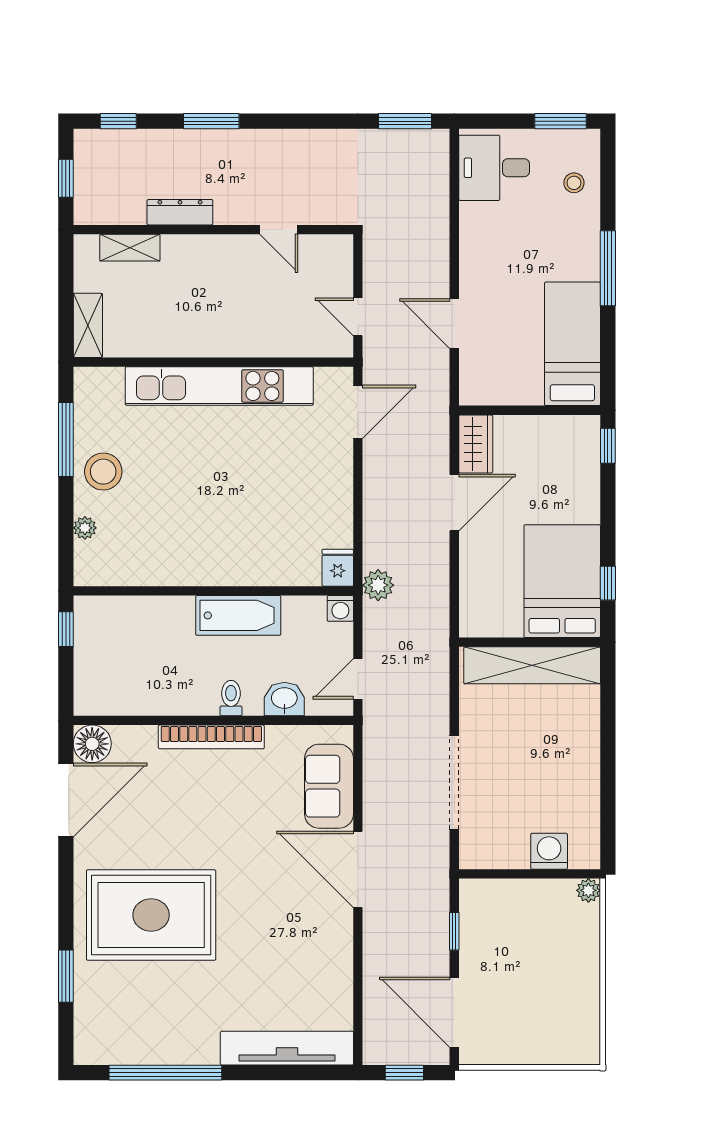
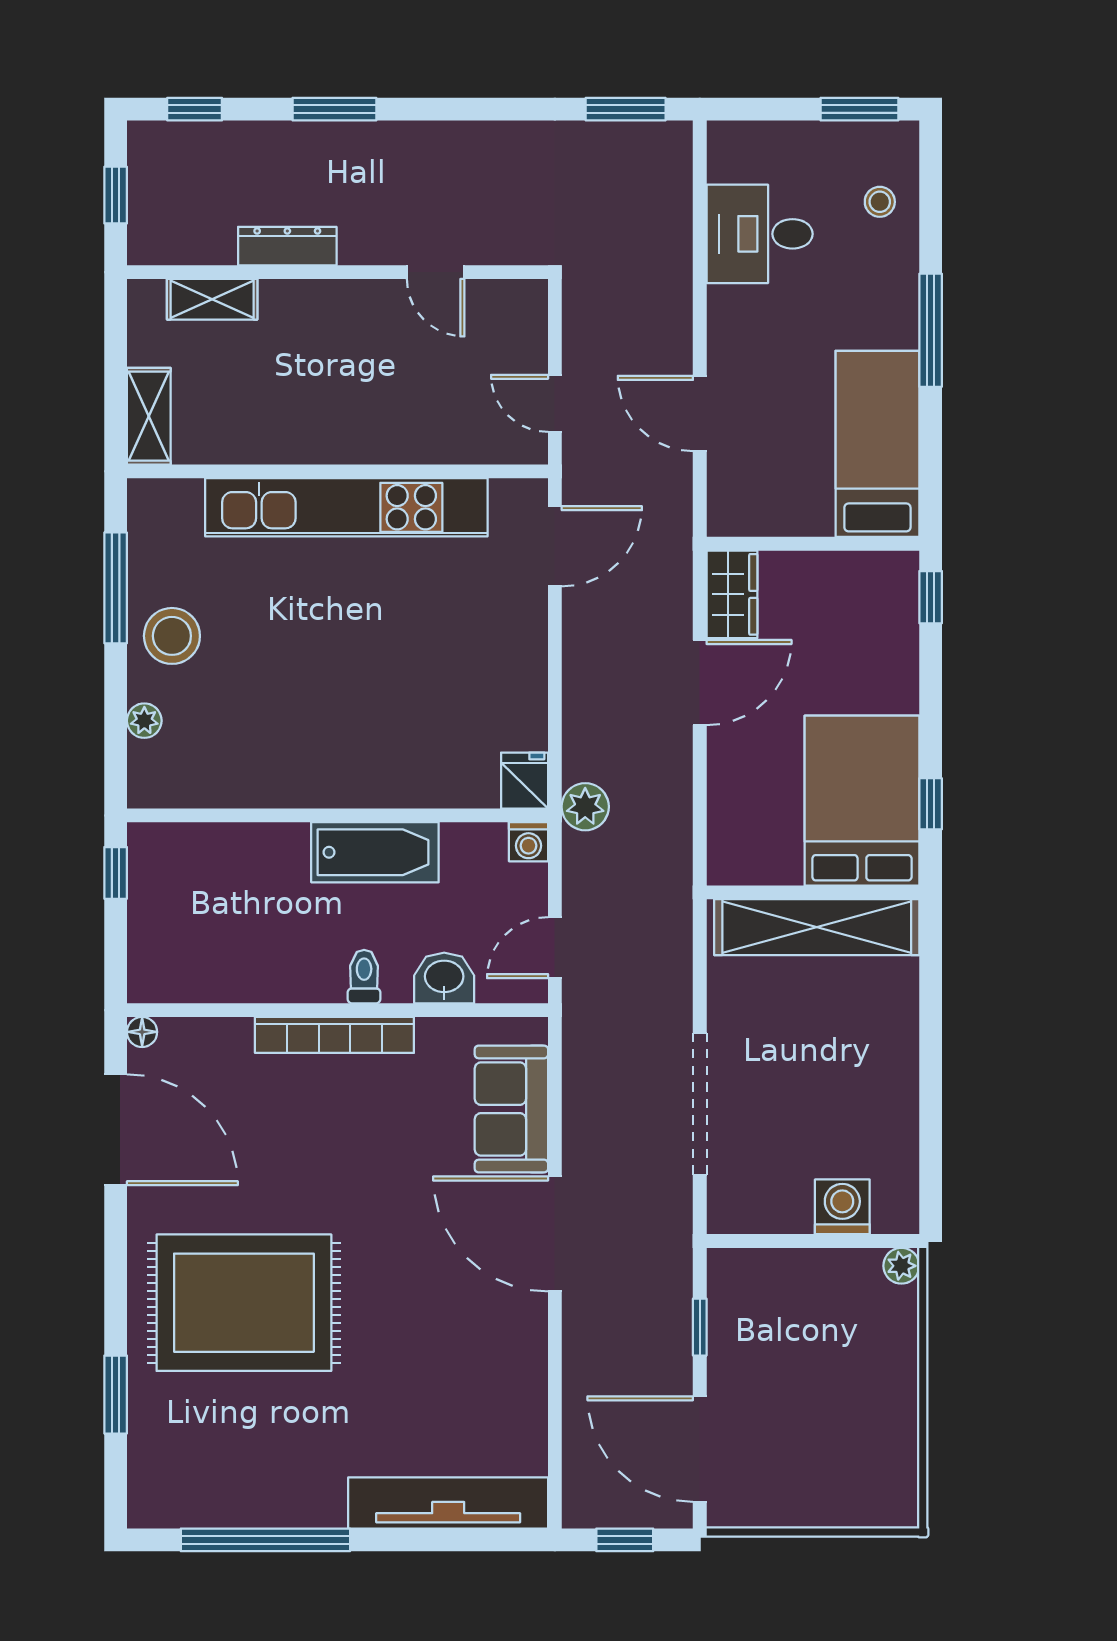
desk: (494, 168) -> (760, 234), moved
floor lamp: (92, 744) -> (142, 1032), width x0.53, depth x0.53
door: (66, 800) -> (116, 1130), hinge flipped

